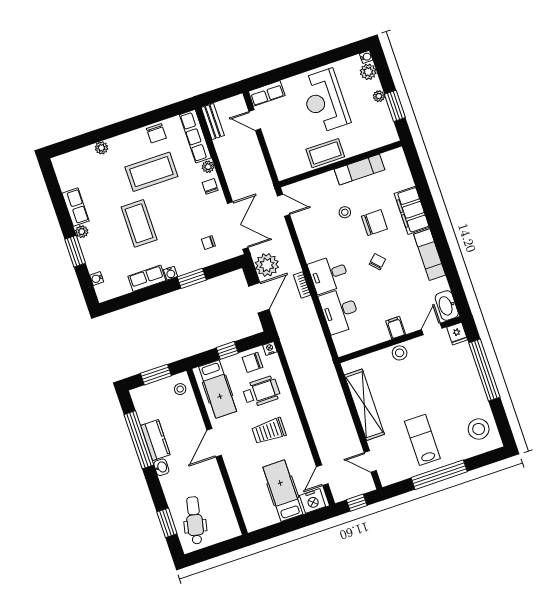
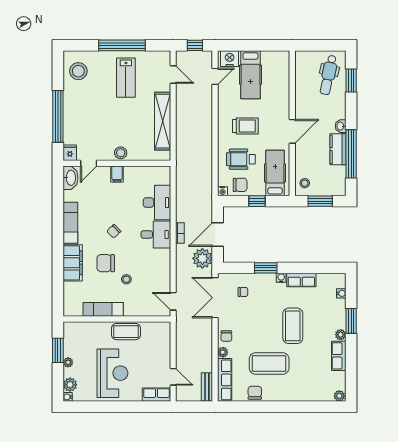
plant: (101, 148) -> (339, 396), moved

